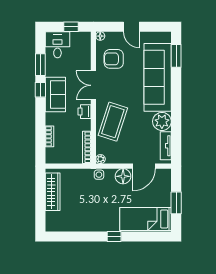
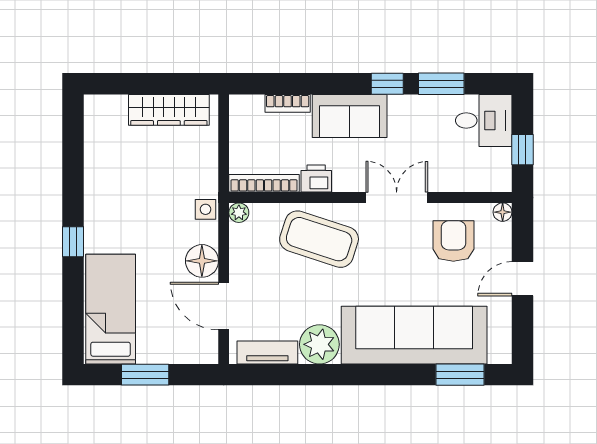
sofa: (55, 95) -> (350, 116), moved
printer: (85, 112) -> (316, 178), moved

